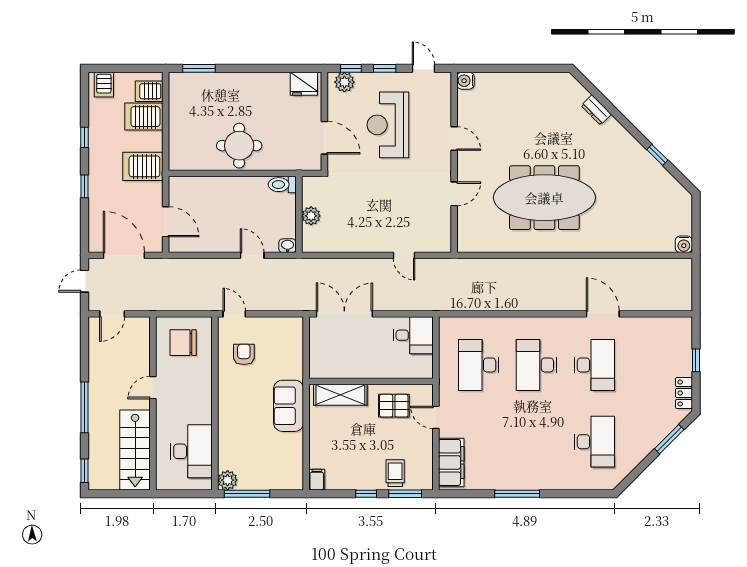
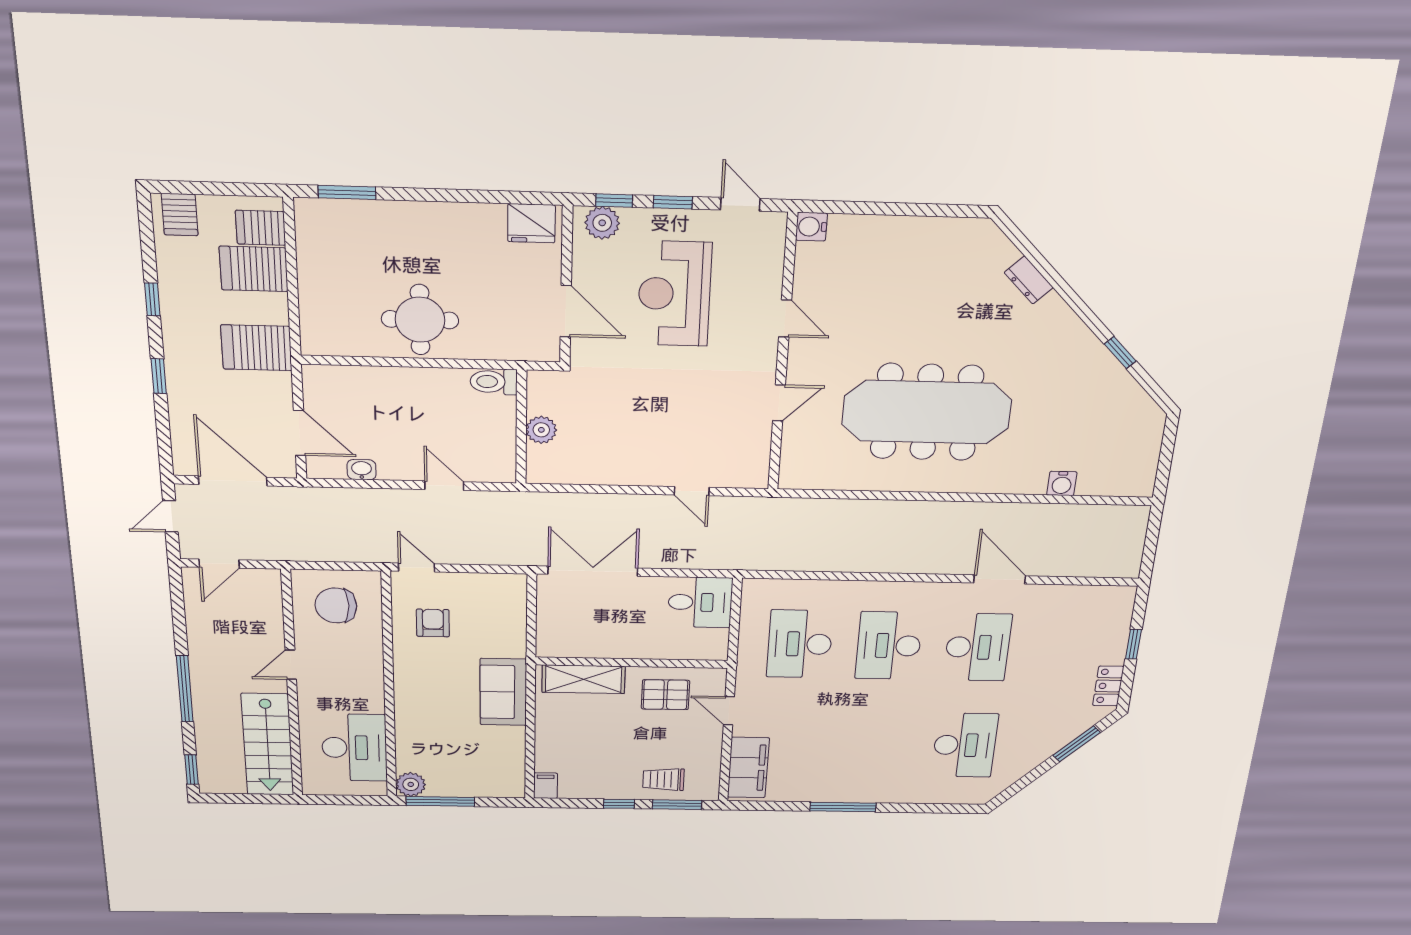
water cooler: (684, 244) -> (1062, 483), moved
washbasin: (288, 246) -> (362, 470), moved
trolley: (395, 473) -> (663, 779), turned -90

